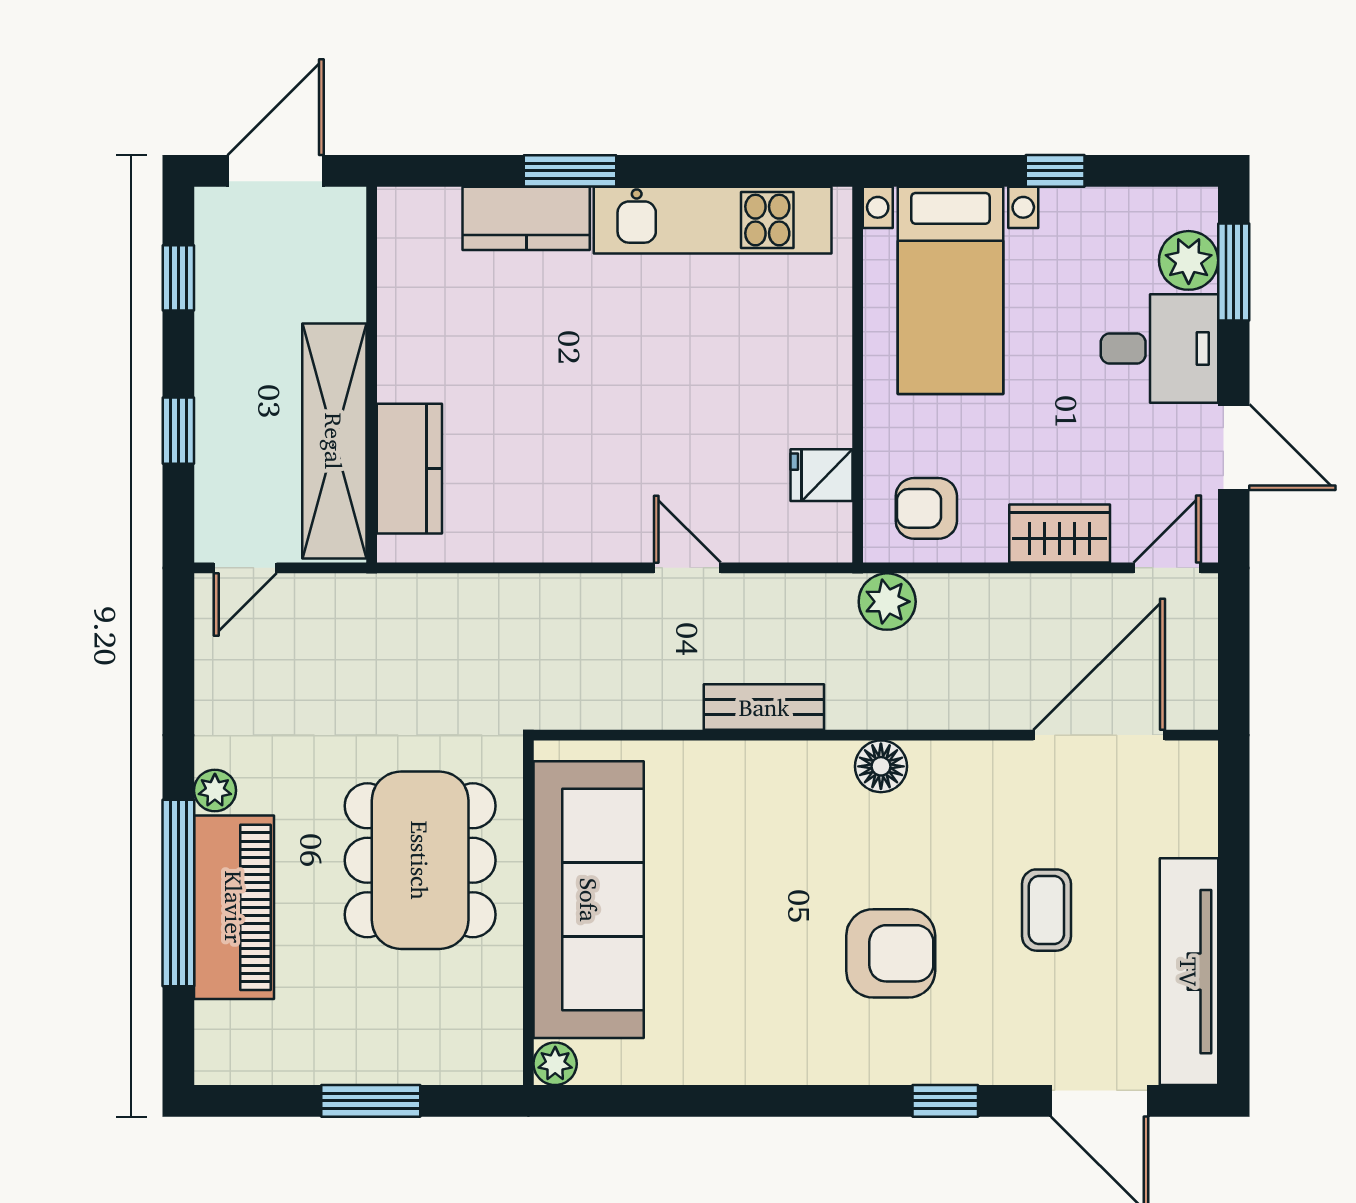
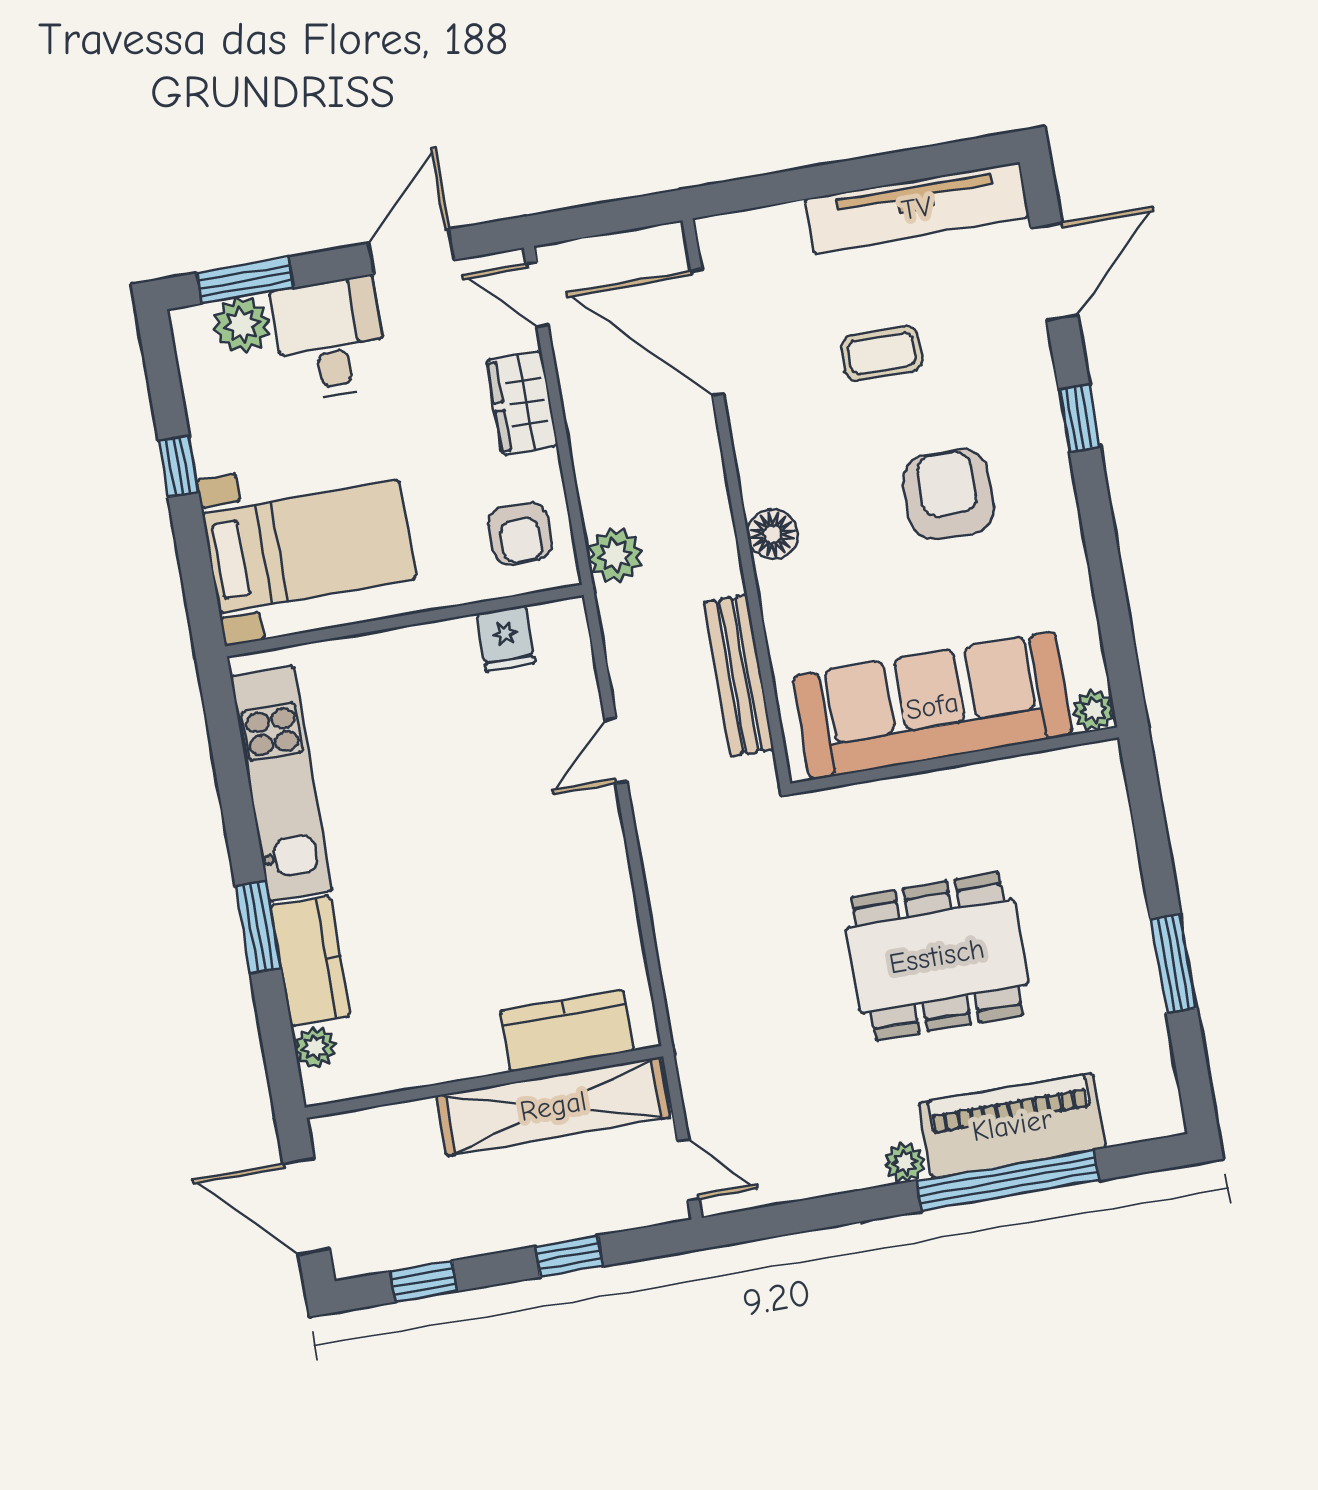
plant: (437, 208) -> (315, 1047), added
bench: (764, 707) -> (739, 676), width x1.36
sofa: (589, 900) -> (932, 706), moved
wall: (528, 913) -> (955, 761), moved
plant: (555, 1064) -> (1094, 710), moved

